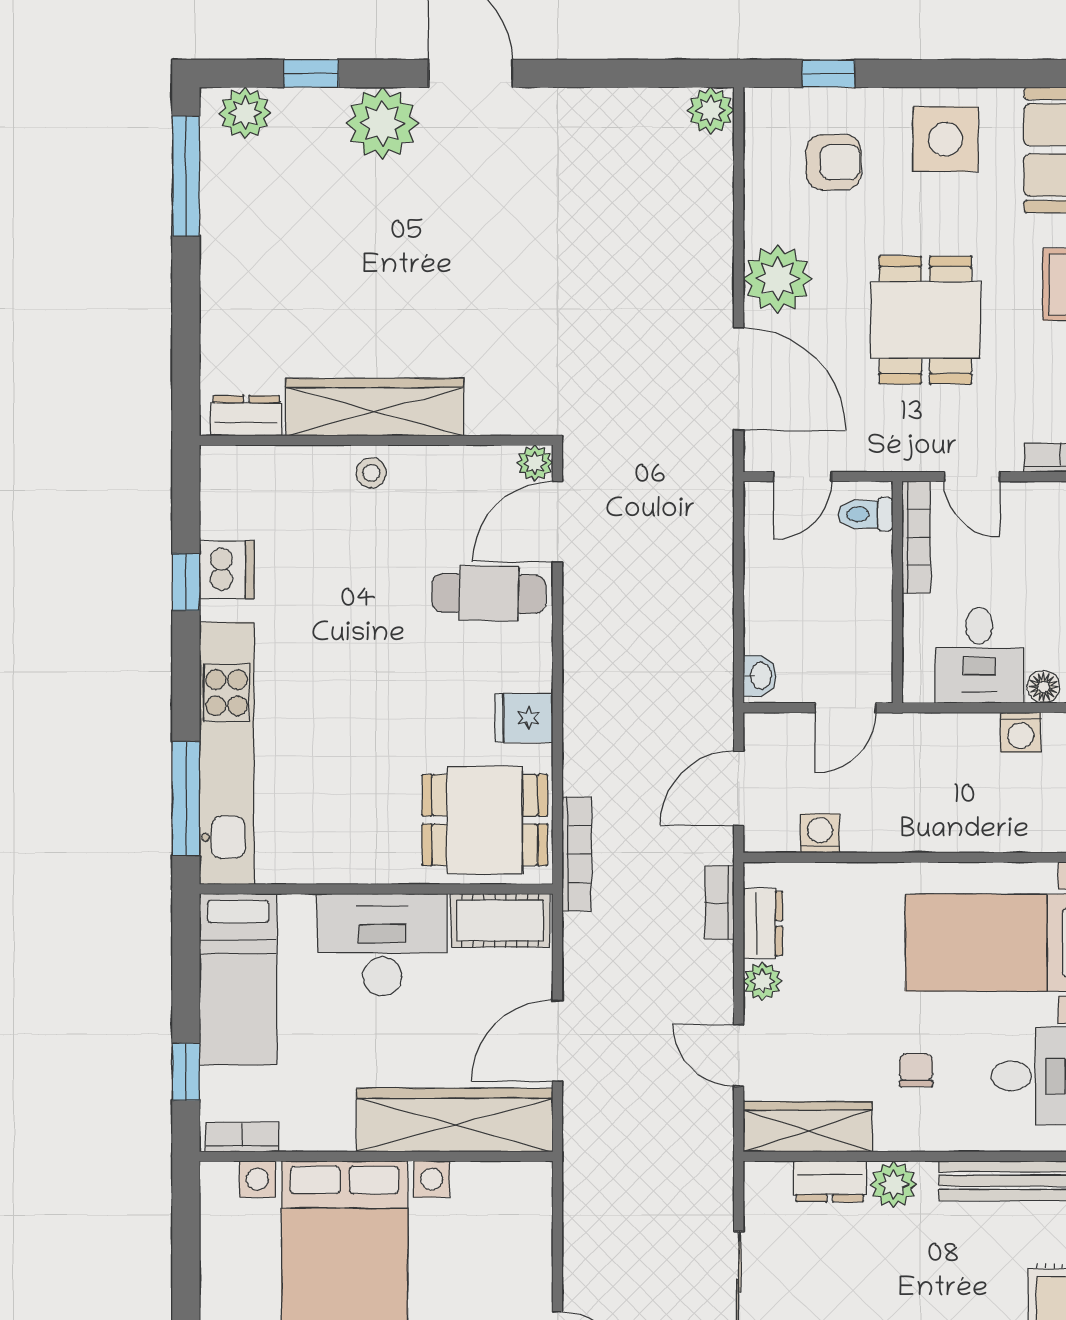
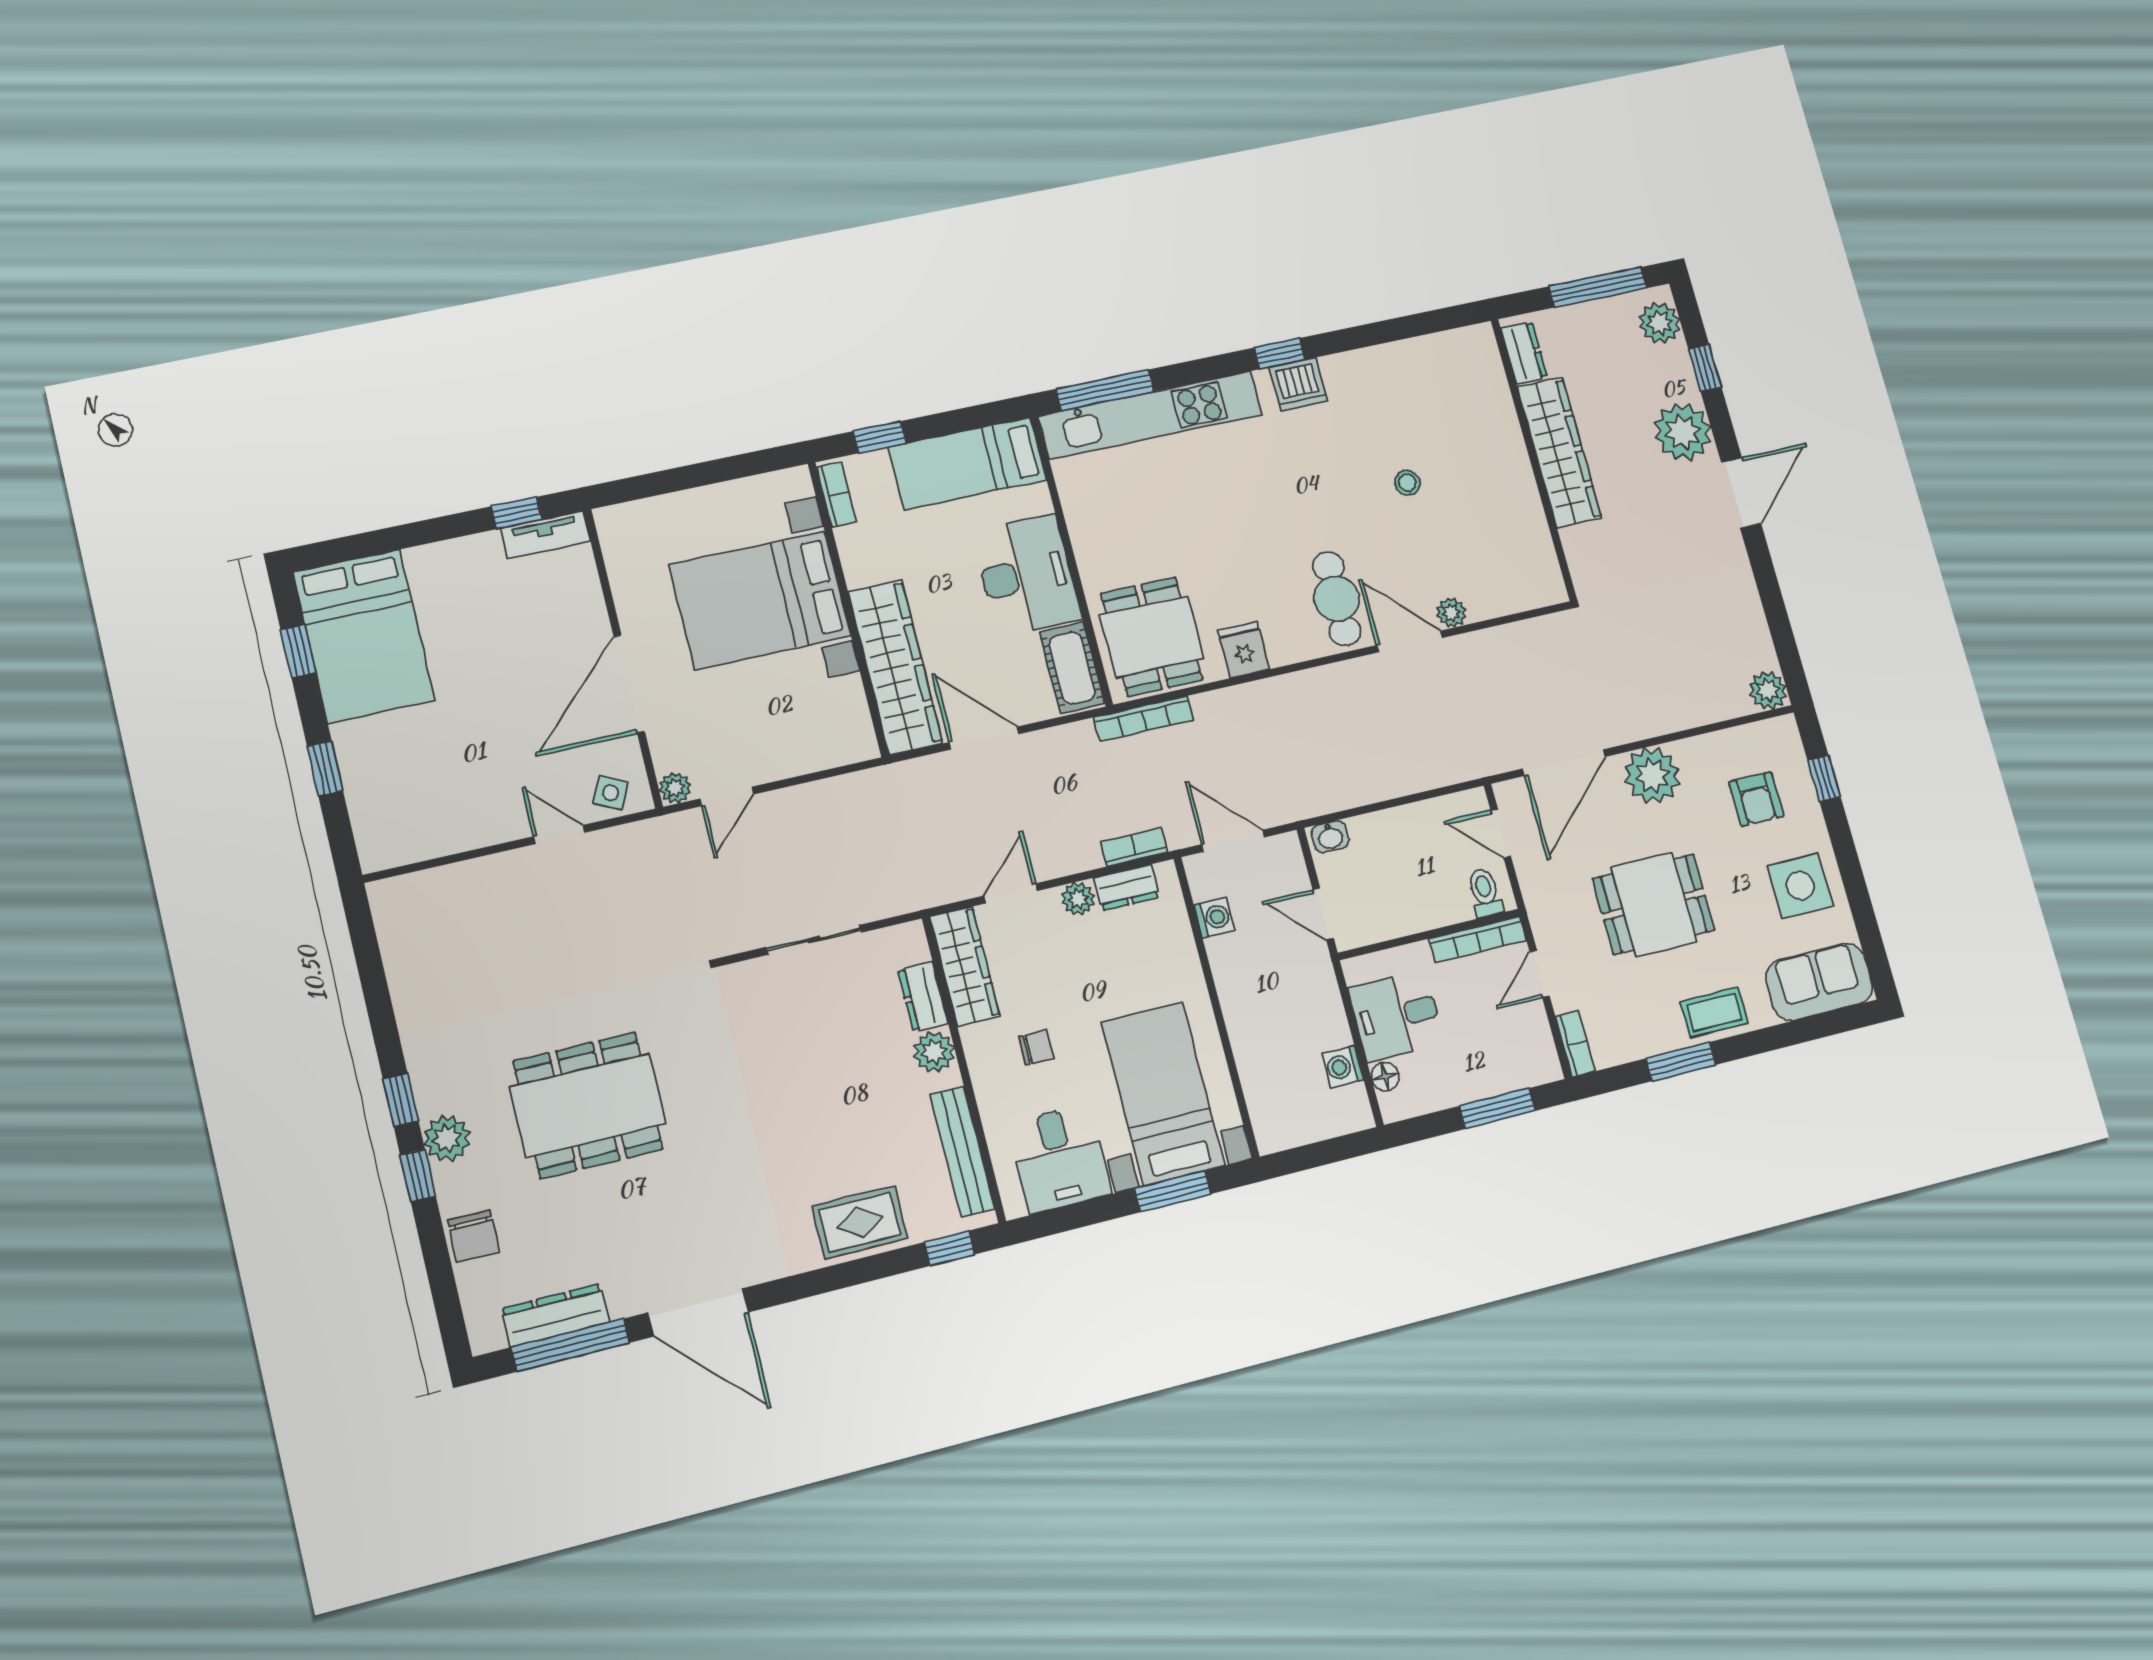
wardrobe: (375, 407) -> (1559, 453), moved
dresser: (246, 416) -> (1524, 353), moved
wall: (376, 440) -> (1534, 459), moved

